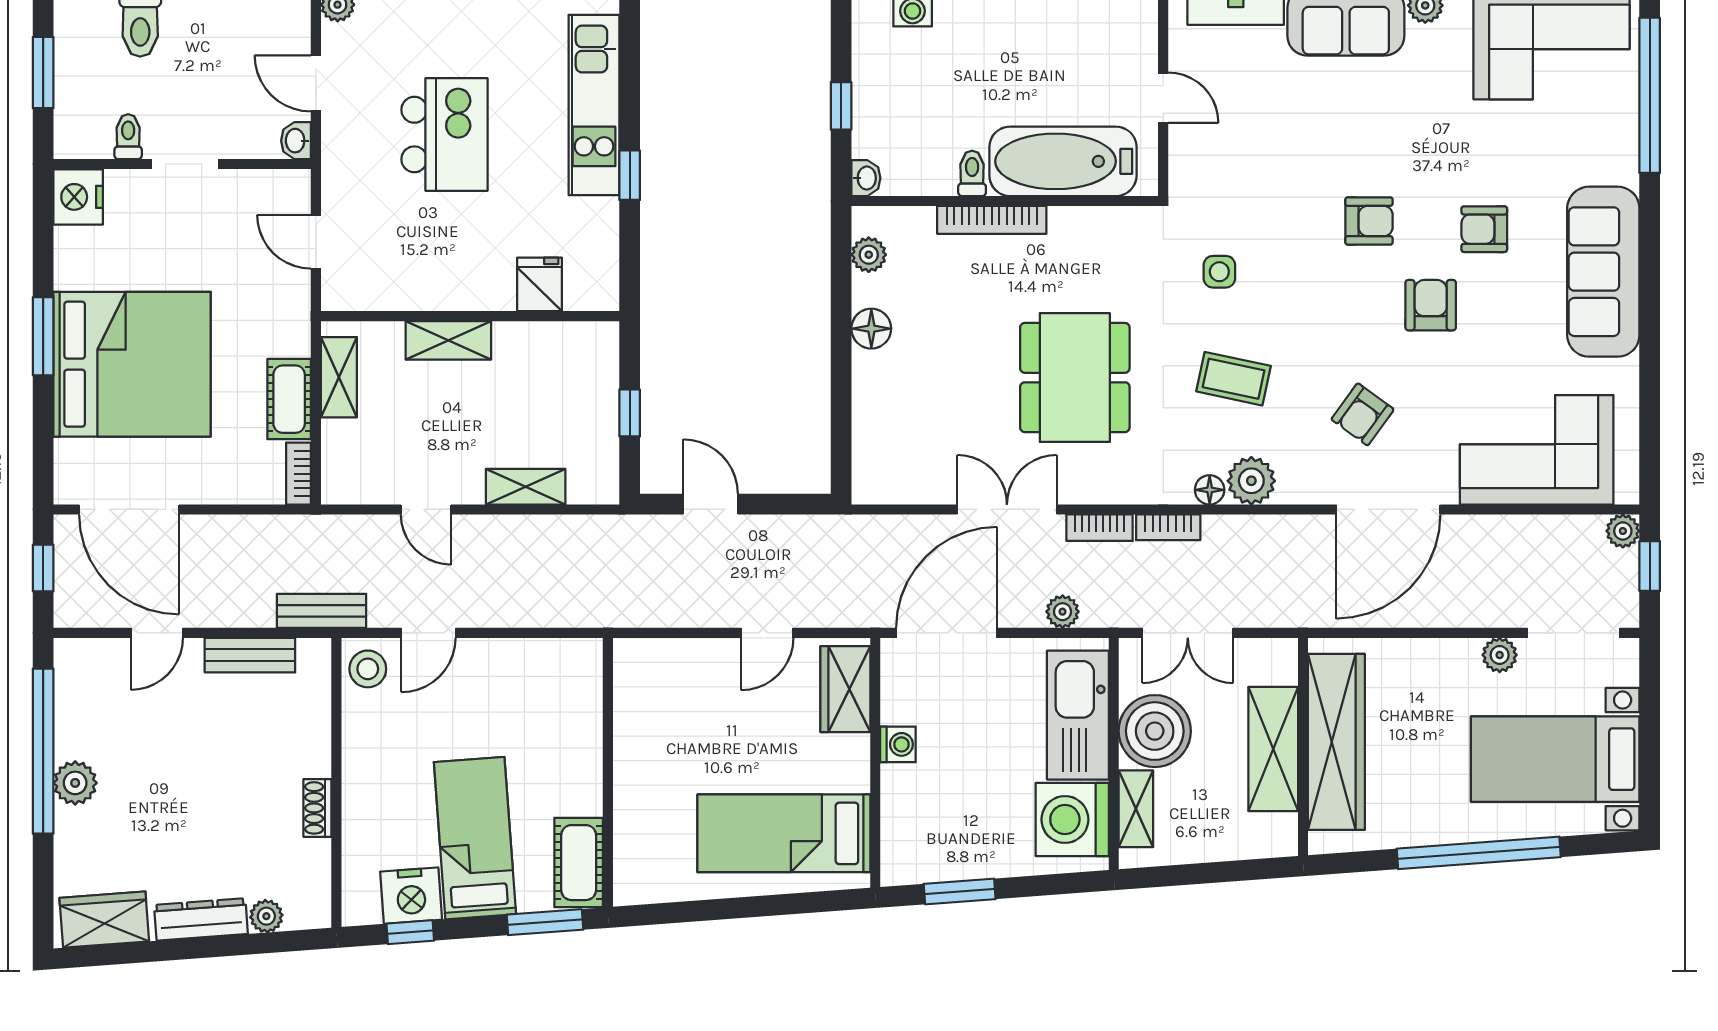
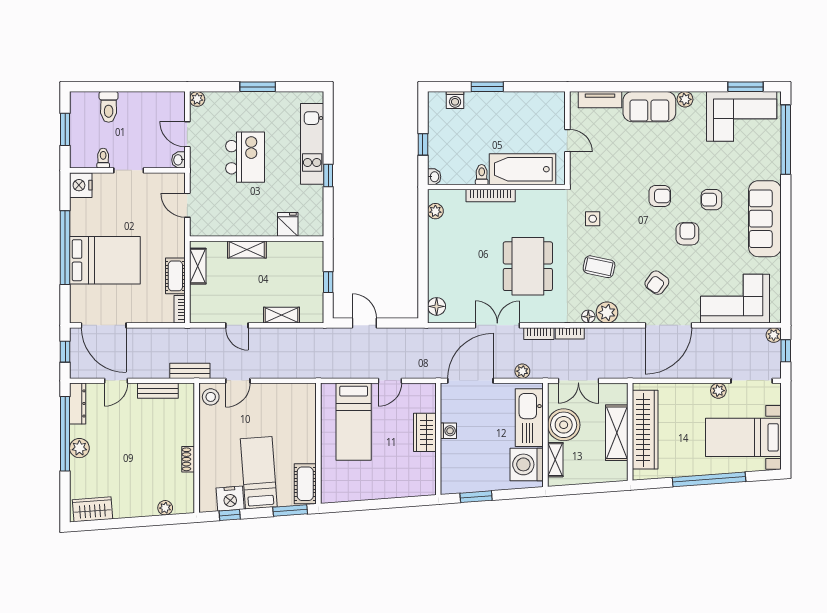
floor lamp: (871, 329) -> (437, 306), moved
window: (43, 336) -> (65, 248), width x2.11
bed: (132, 364) -> (105, 260), width x0.73
wardrobe: (845, 689) -> (425, 432), moved
bed: (784, 833) -> (354, 422), moved, turned -90
dresser: (201, 919) -> (78, 403), moved, turned 94

